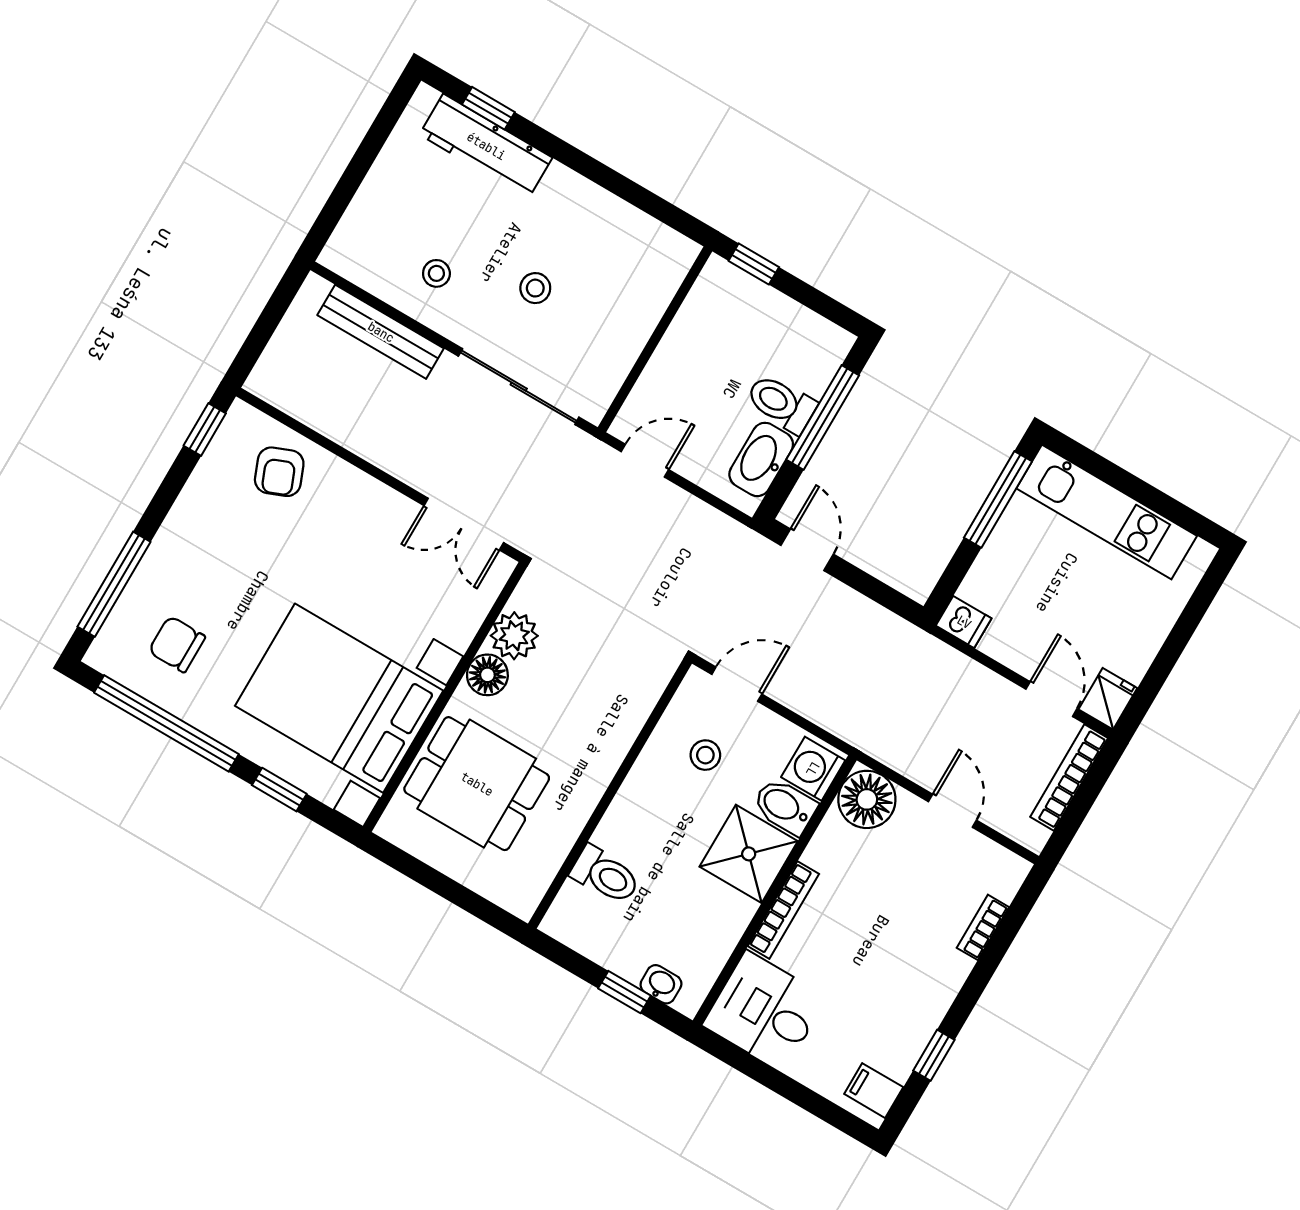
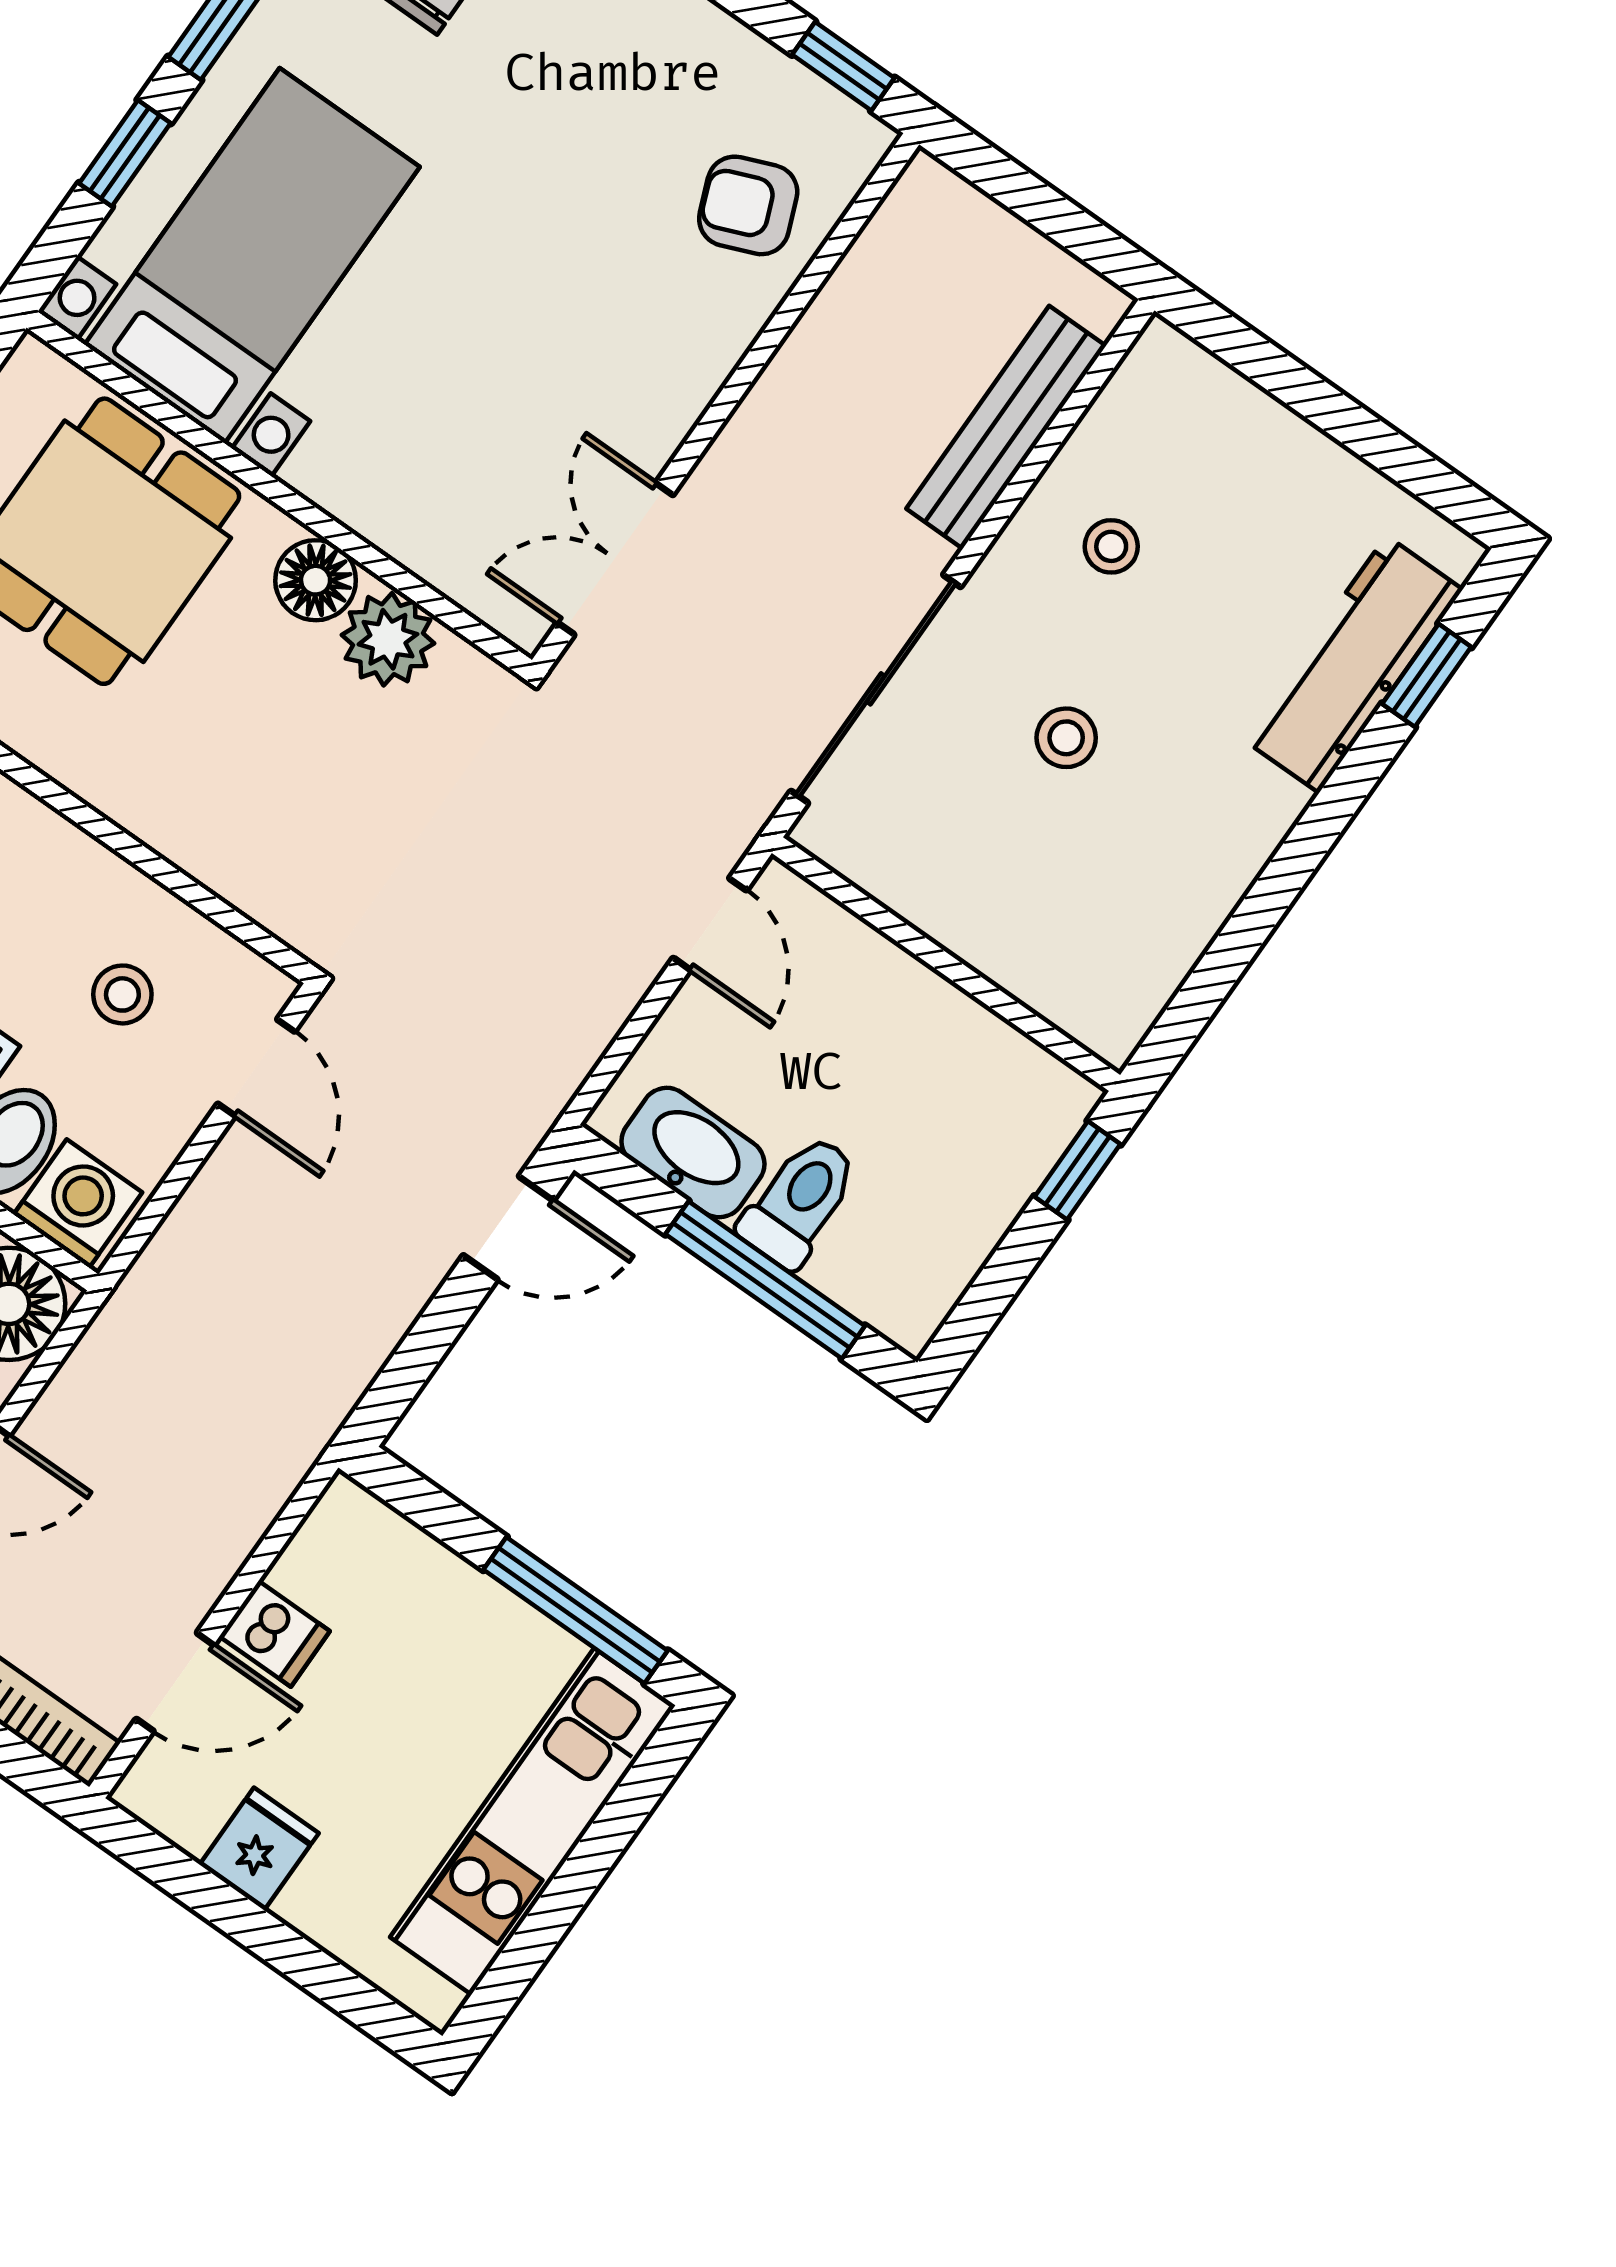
dishwasher: (964, 622) -> (275, 1634), moved, turned -90
bed with nightstands: (339, 698) -> (252, 256), width x0.73
fridge: (1108, 699) -> (259, 1849), moved, turned -90

